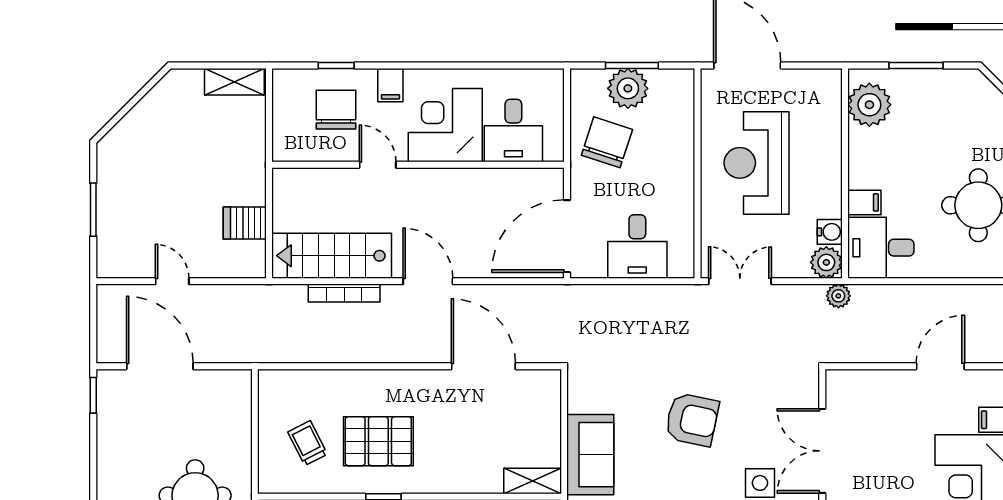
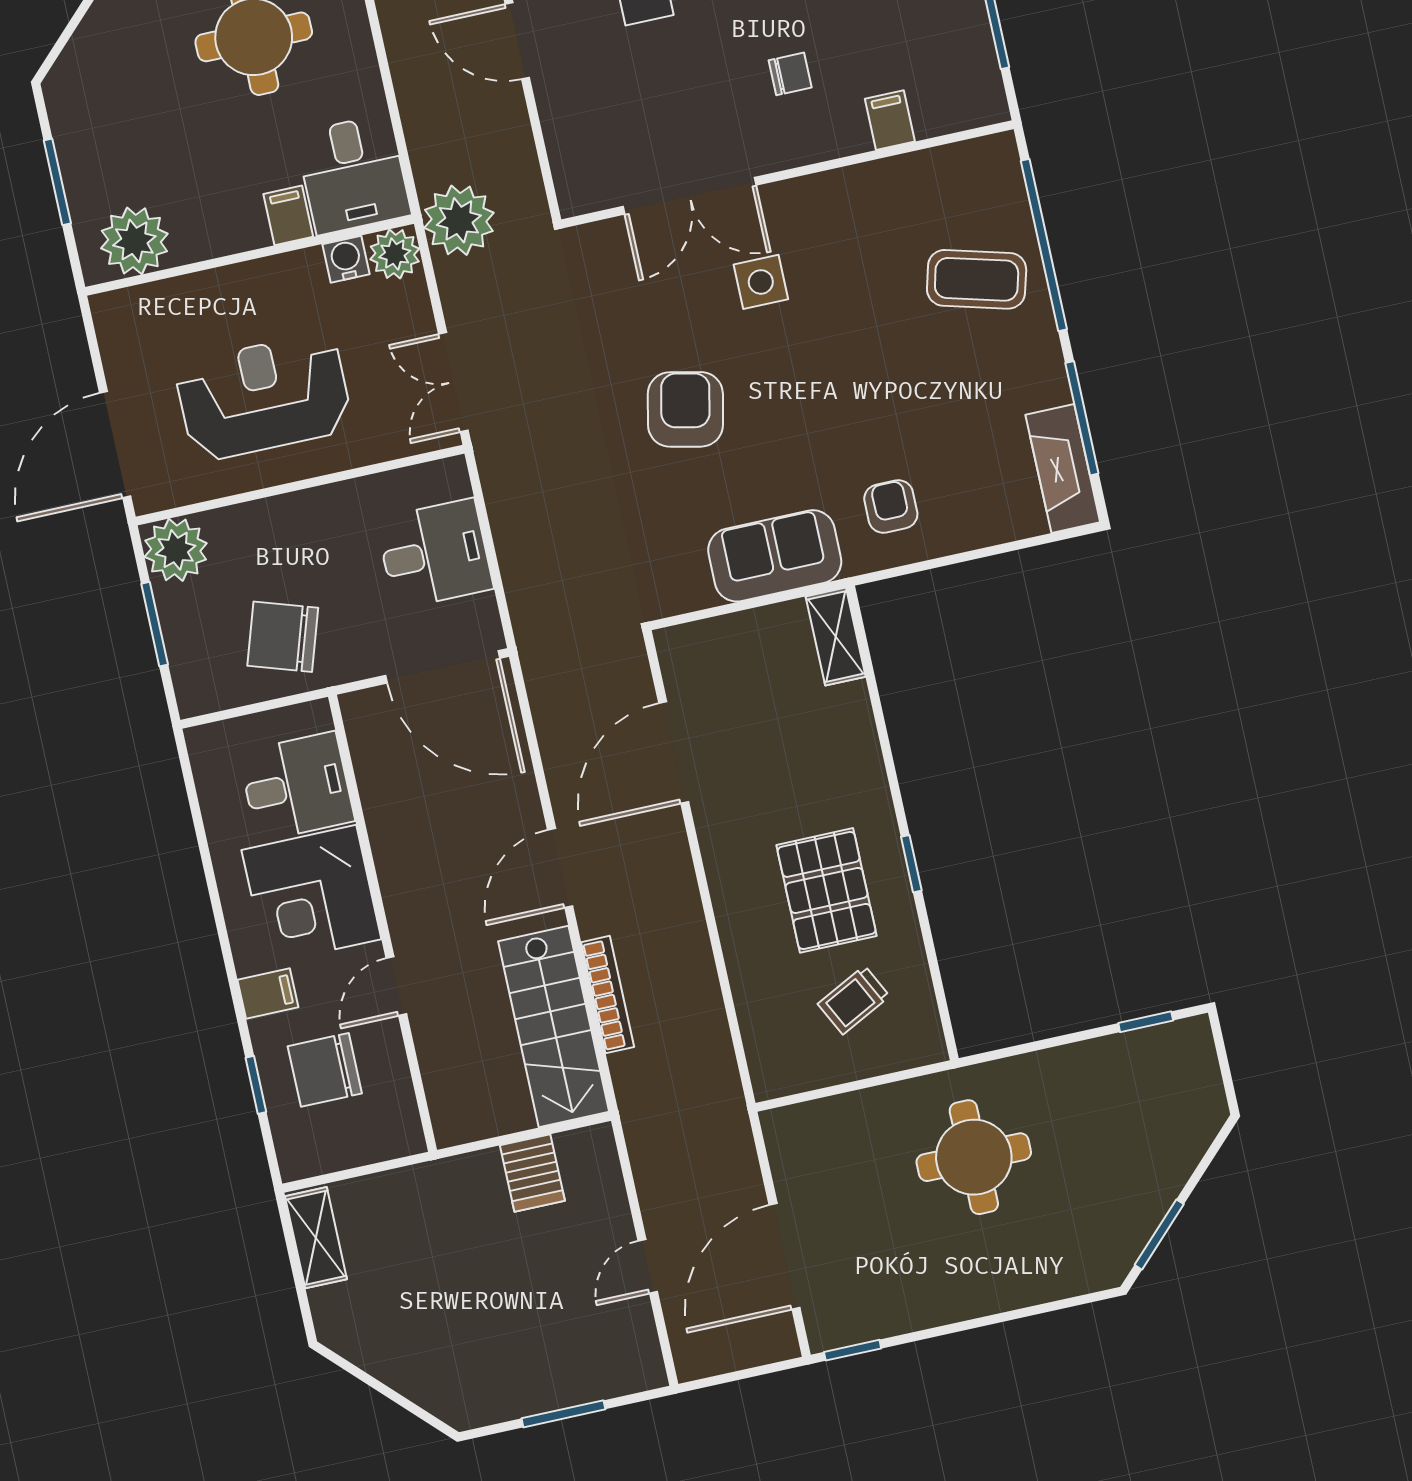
plant: (628, 88) -> (176, 550), moved
reception desk: (757, 163) -> (264, 397), turned 180
plant: (838, 296) -> (459, 220), width x1.88, depth x1.88

